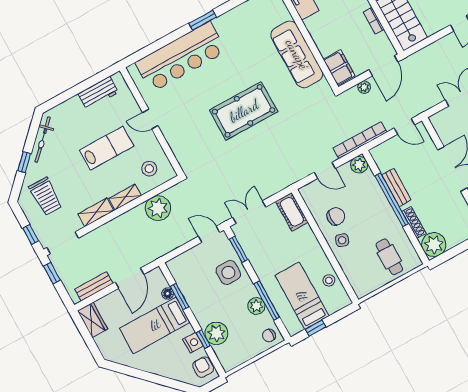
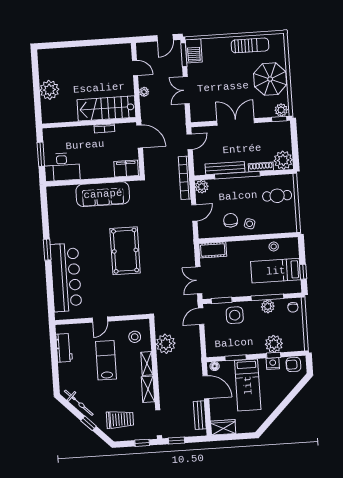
plant: (364, 87) -> (144, 92), moved
bench: (396, 187) -> (225, 168), width x1.36
floor lamp: (168, 293) -> (215, 366), moved

